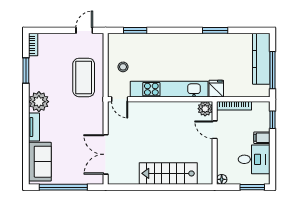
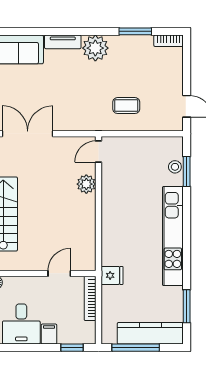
window: (215, 30) -> (187, 306), moved
stool: (123, 67) -> (175, 167), moved
coffee table: (84, 77) -> (126, 106), width x0.54, depth x0.58
kitchen unit: (169, 89) -> (173, 236), moved, turned 180
plant: (205, 109) -> (86, 184), moved

